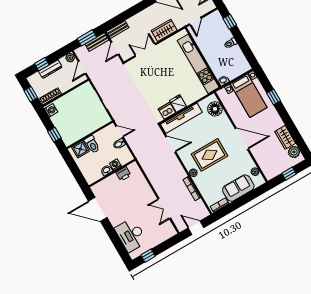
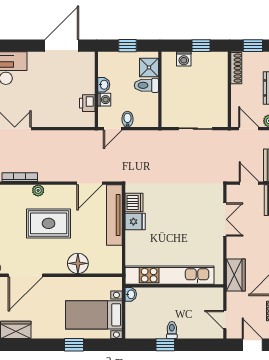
door: (195, 21) -> (225, 320), moved
window: (230, 22) -> (165, 345), moved
wardrobe: (164, 30) -> (236, 275), moved
floor lamp: (215, 109) -> (78, 263), moved
washing machine: (51, 110) -> (184, 59), moved
door: (120, 132) -> (113, 129), moved
window: (54, 135) -> (201, 46), moved
door: (242, 139) -> (25, 275), moved
rug: (209, 155) -> (49, 223), turned 90
window: (75, 170) -> (127, 46), added

